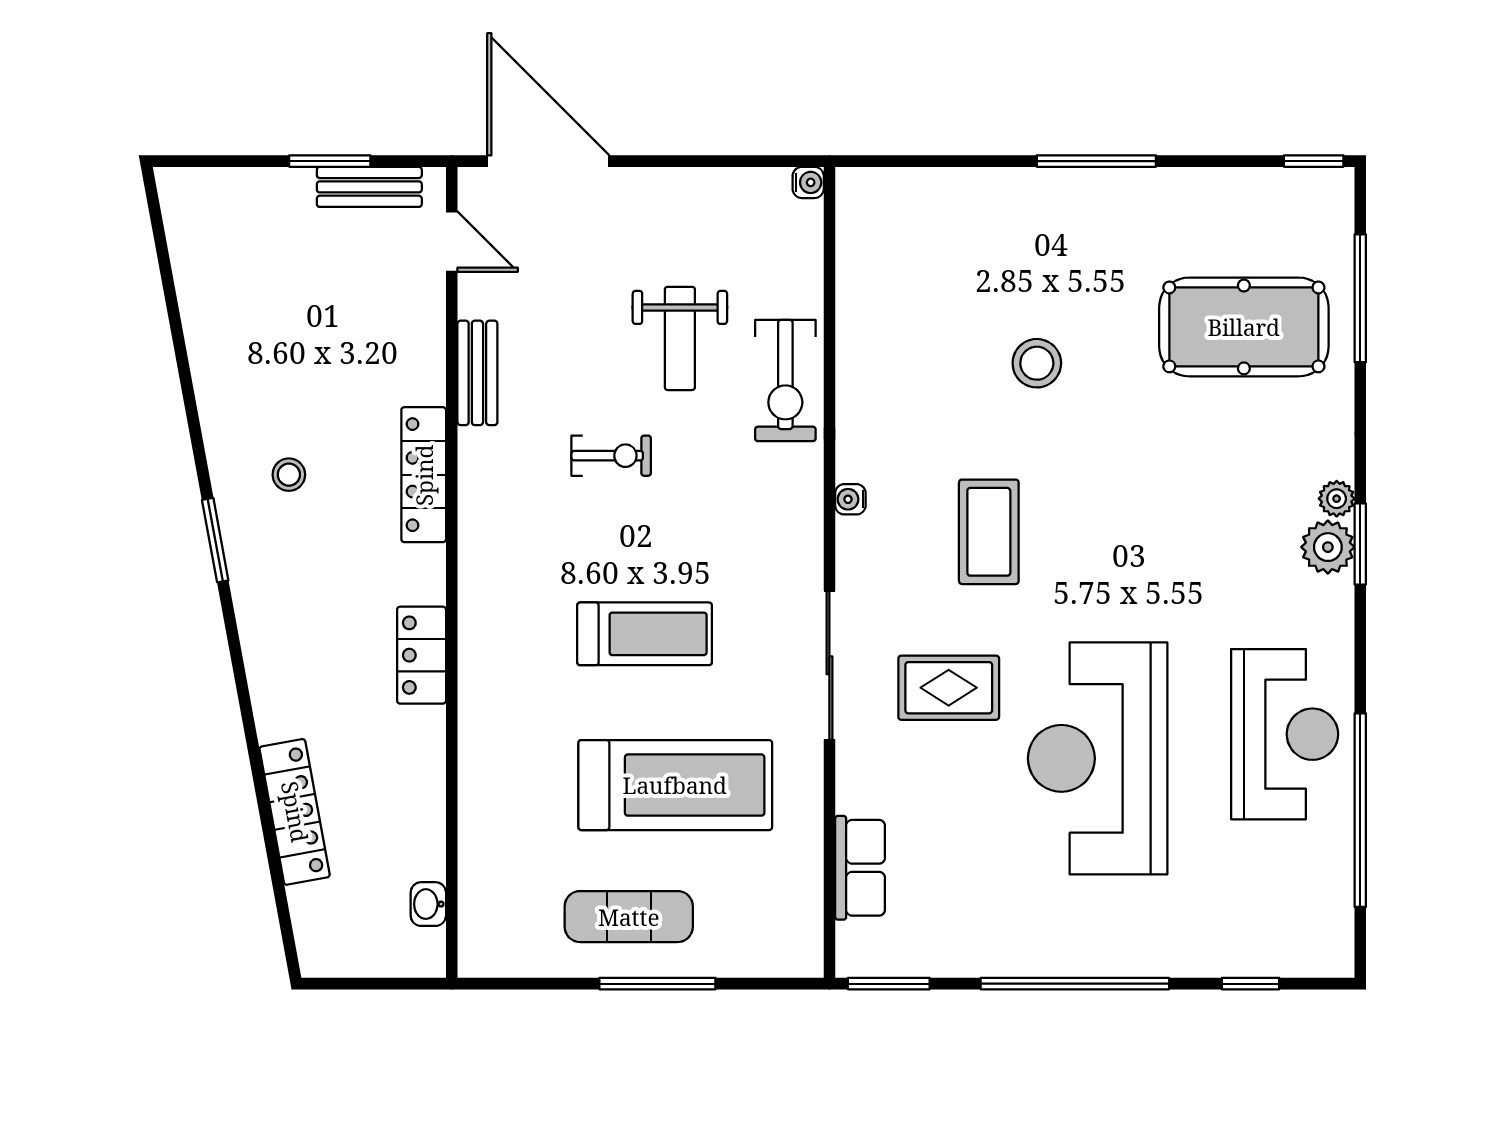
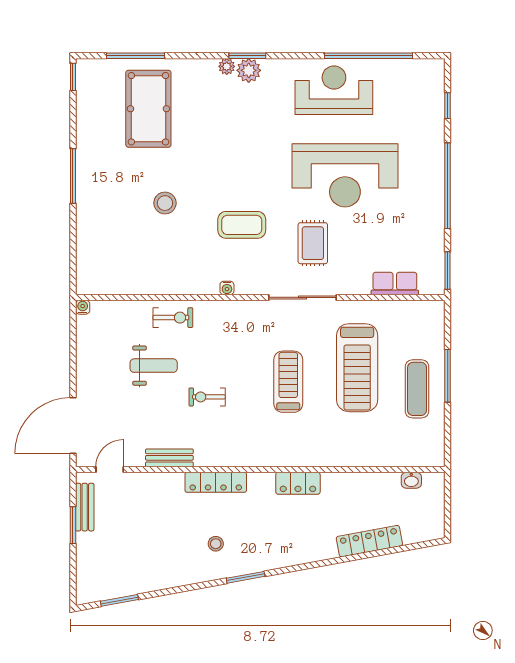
window: (164, 263) -> (119, 600), added
exercise bike: (785, 381) -> (173, 318), width x0.73, depth x0.72
exercise bike: (611, 456) -> (207, 397), turned -90
treadmill: (675, 785) -> (357, 368), turned 180

